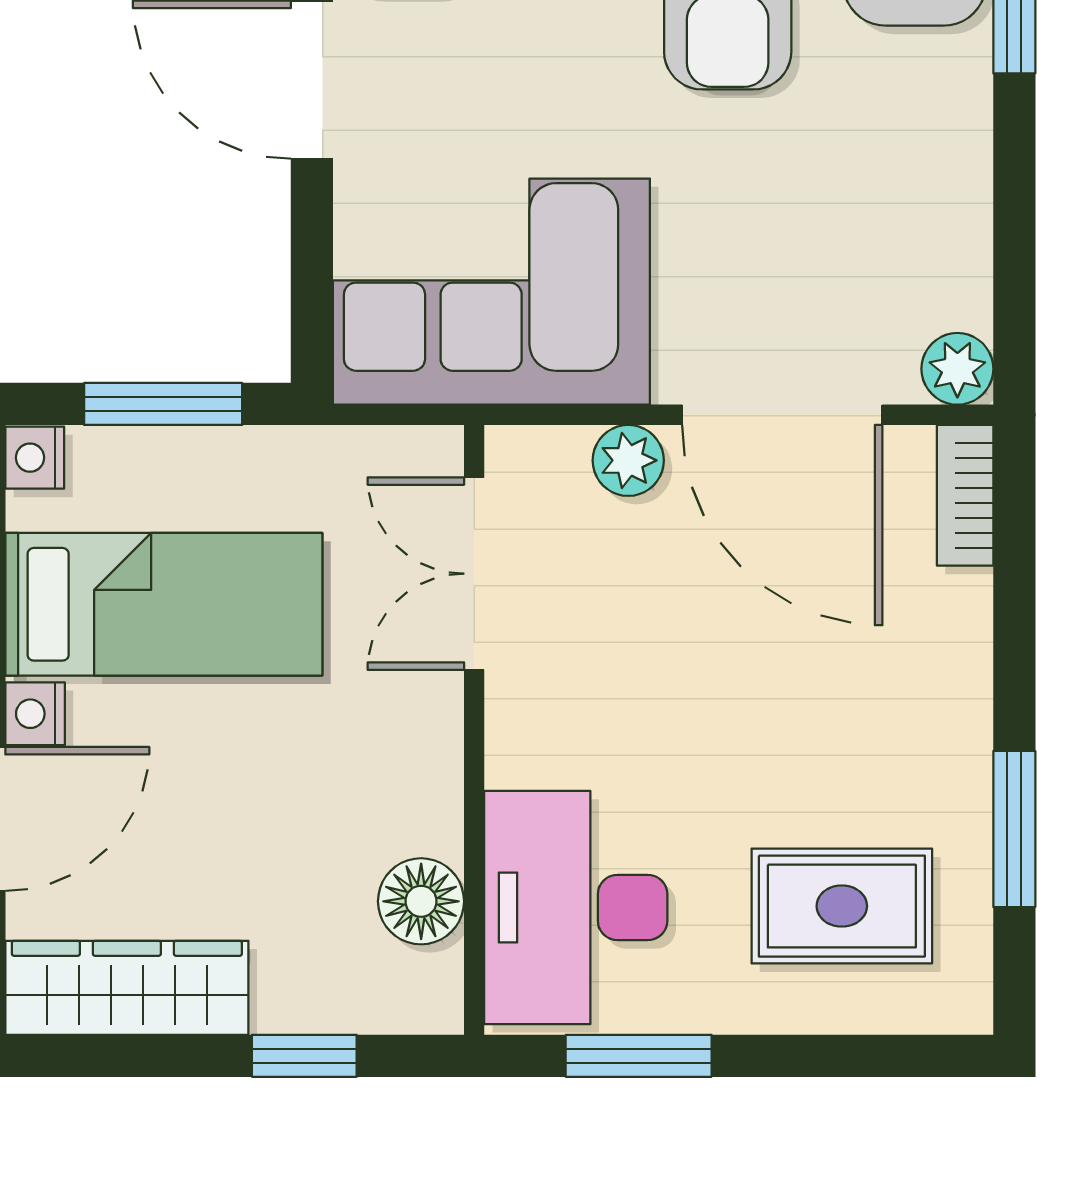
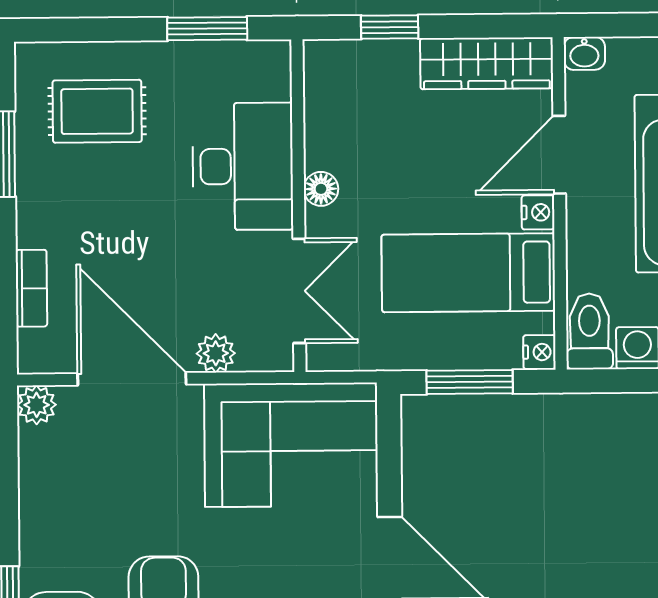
bookcase: (965, 495) -> (31, 288), moved
floor lamp: (421, 901) -> (321, 189), moved, width x0.73, depth x0.73
desk: (576, 907) -> (243, 166), moved

